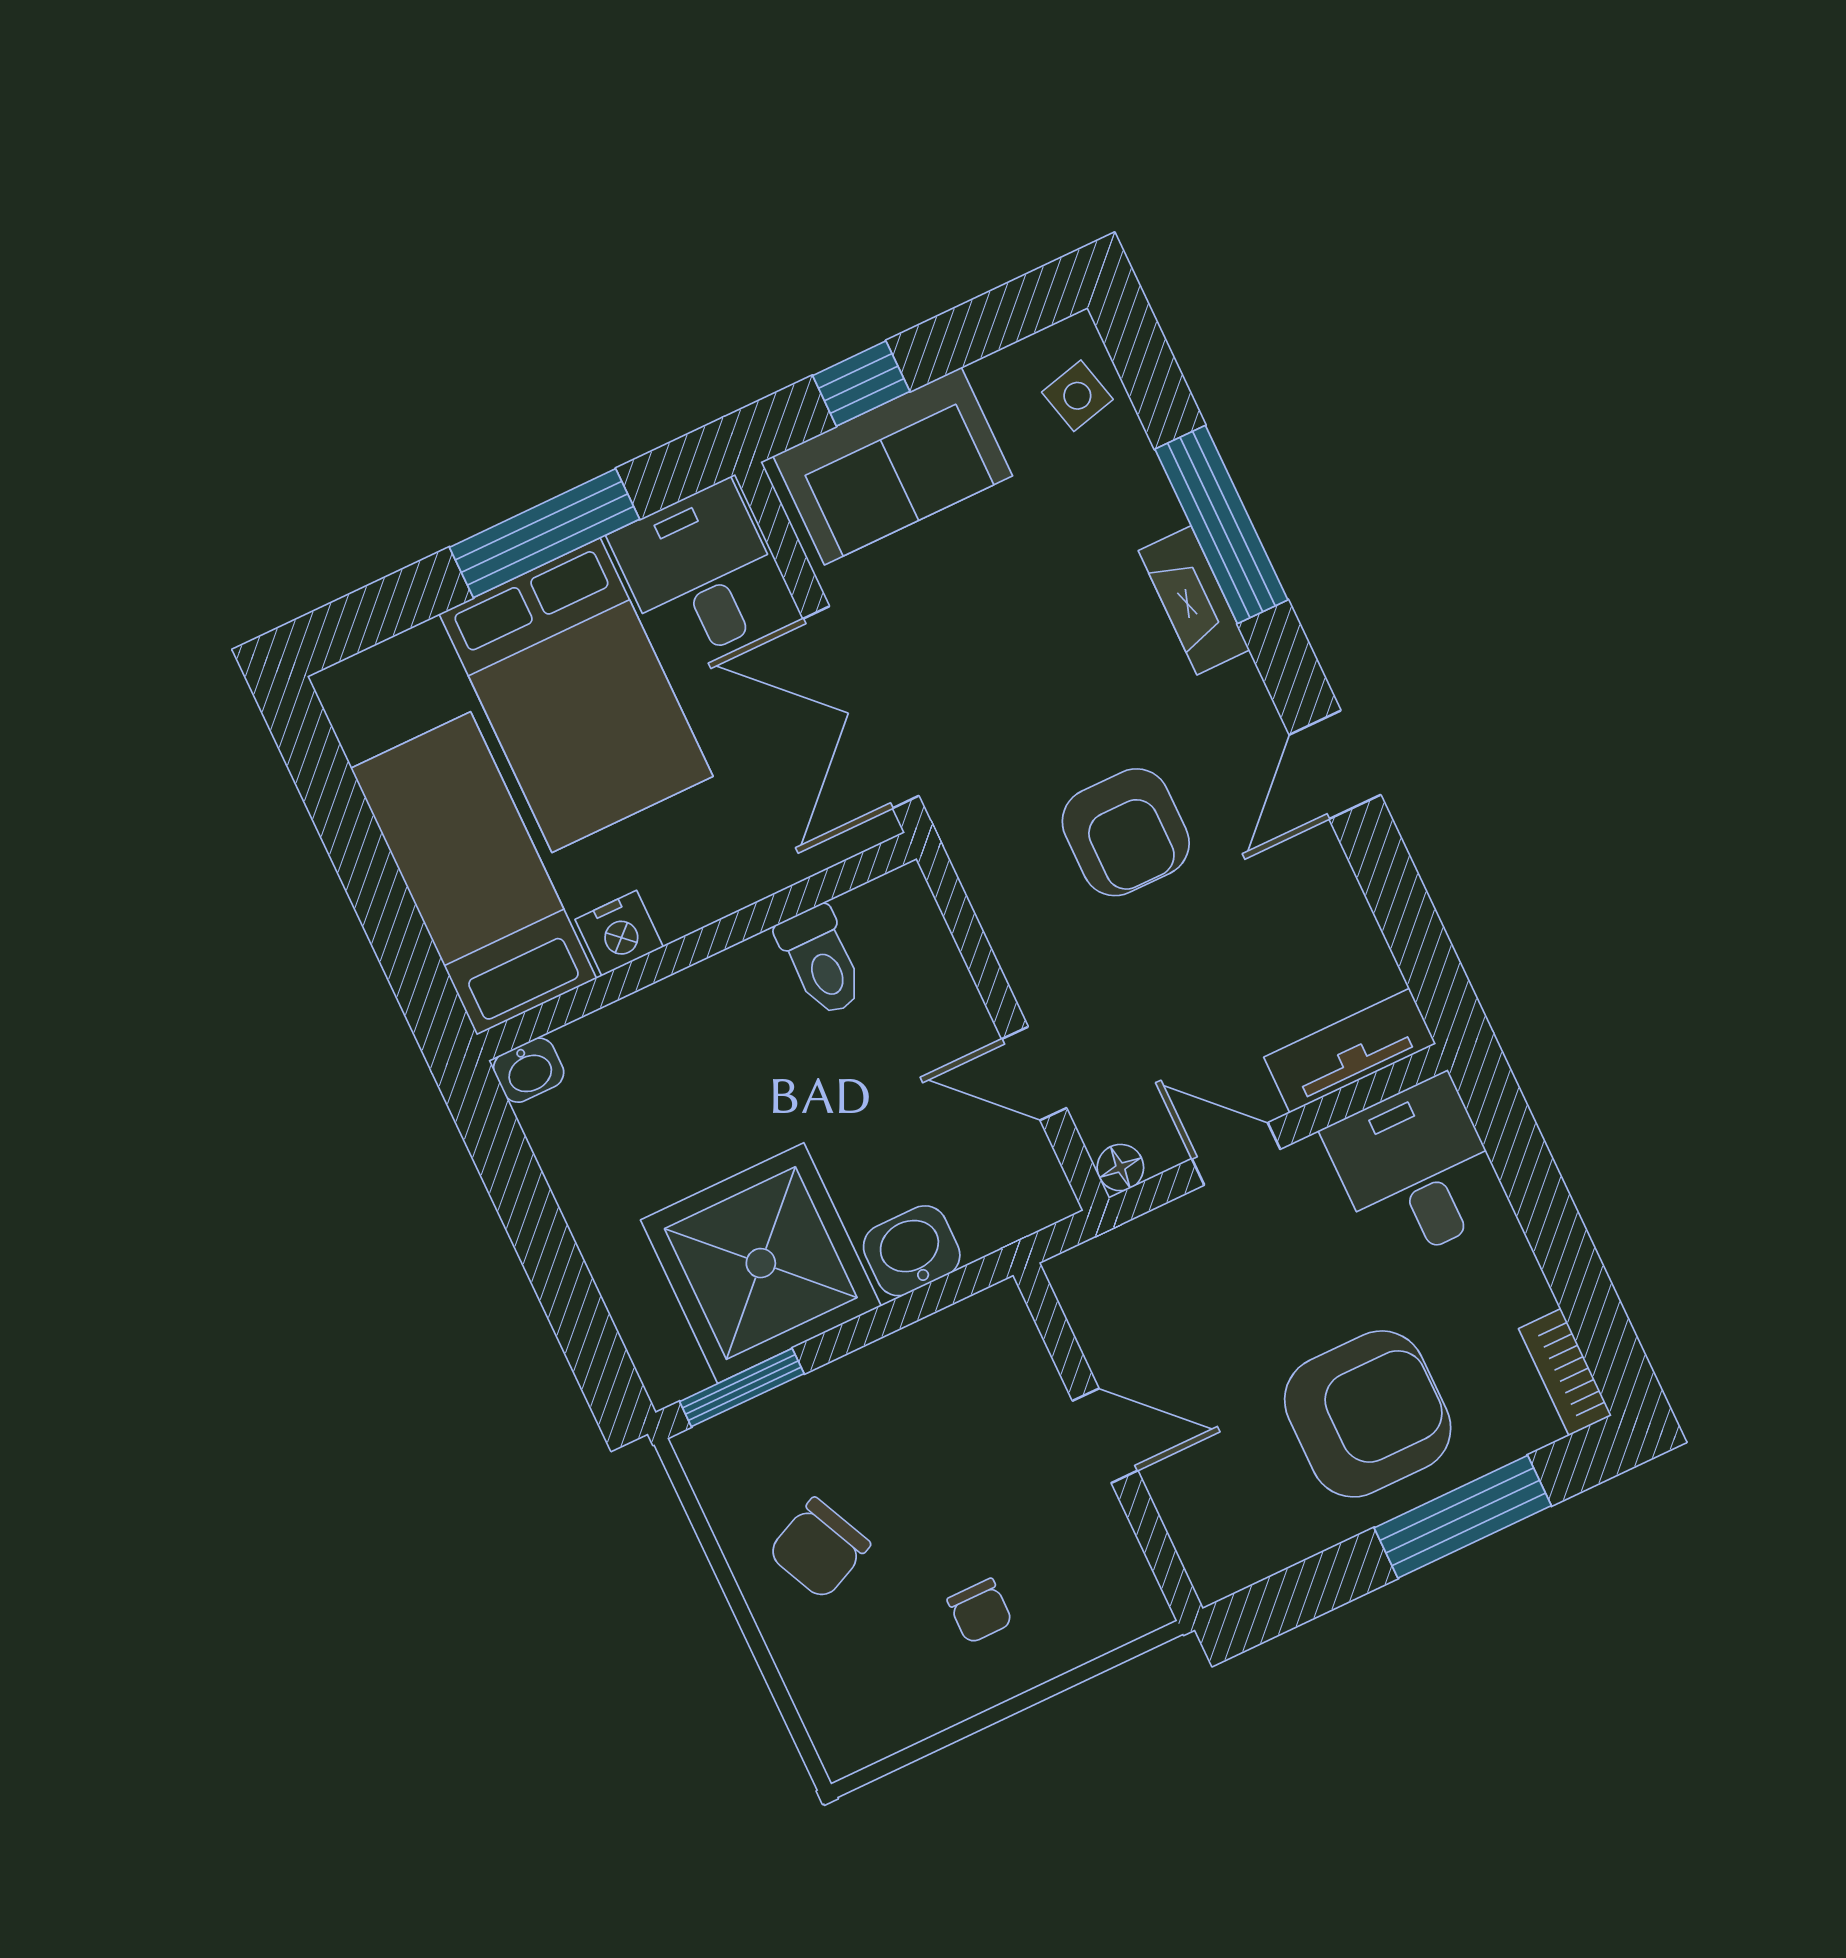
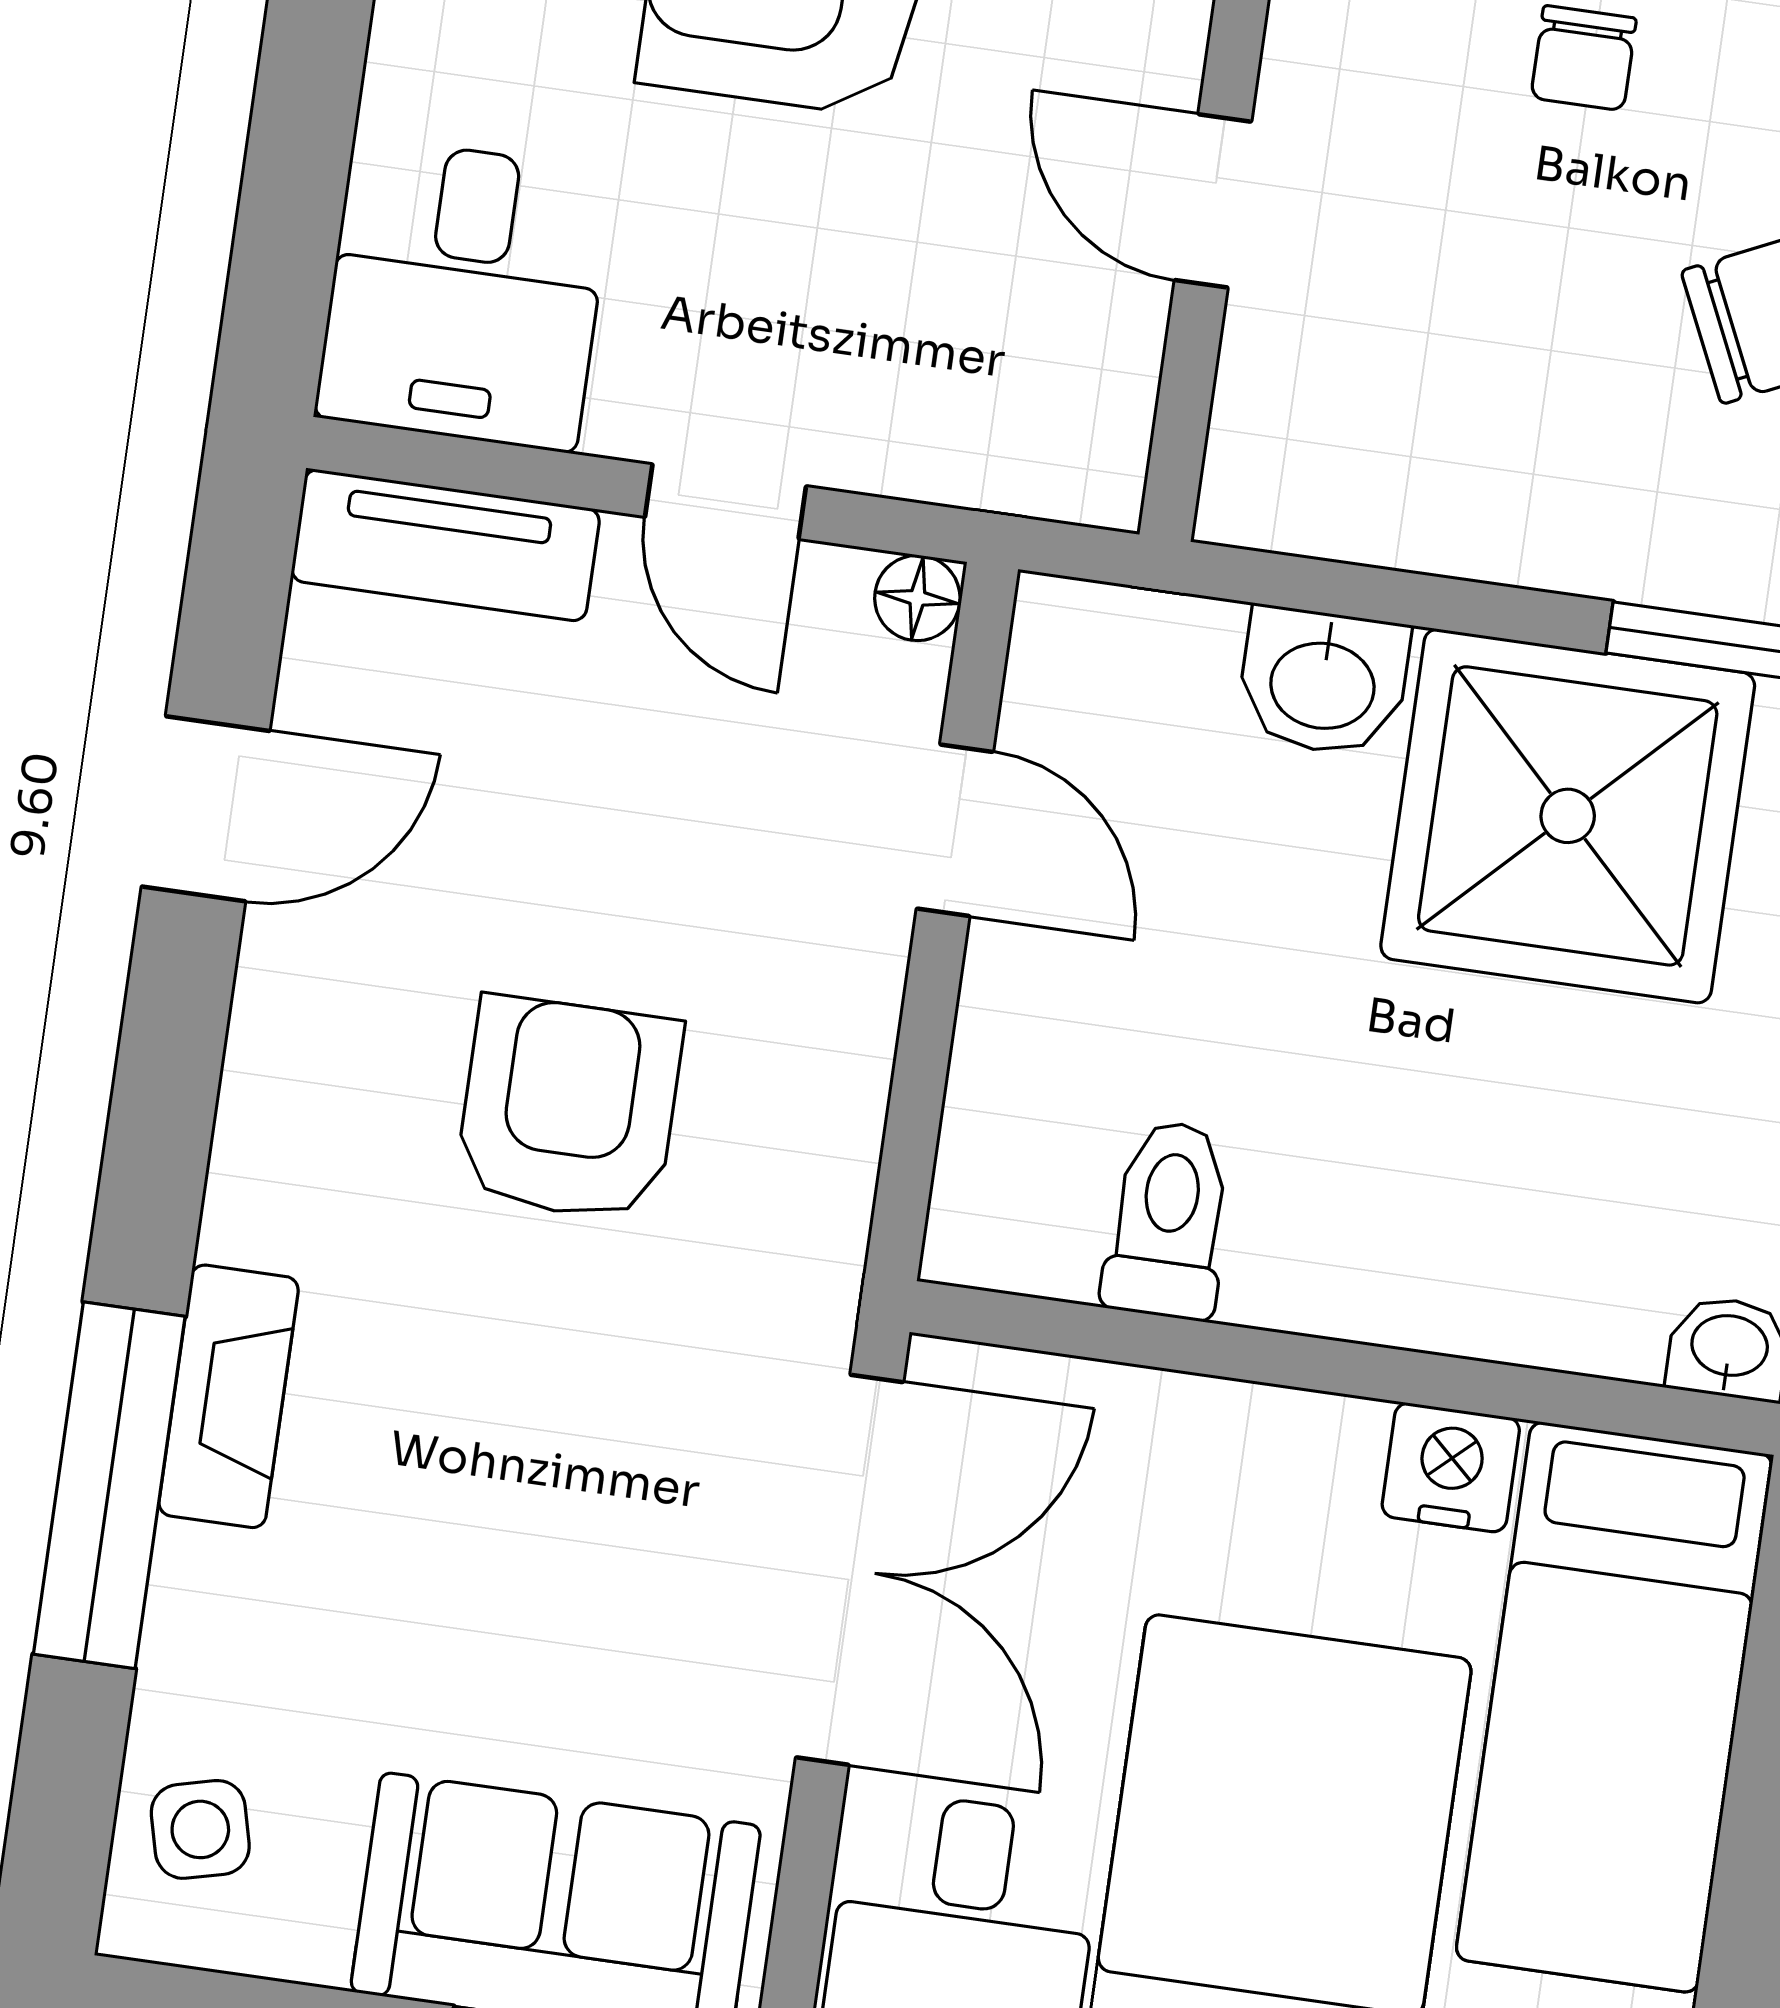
door: (1335, 765) -> (206, 809), moved
chair: (980, 1611) -> (1584, 58), turned 180

